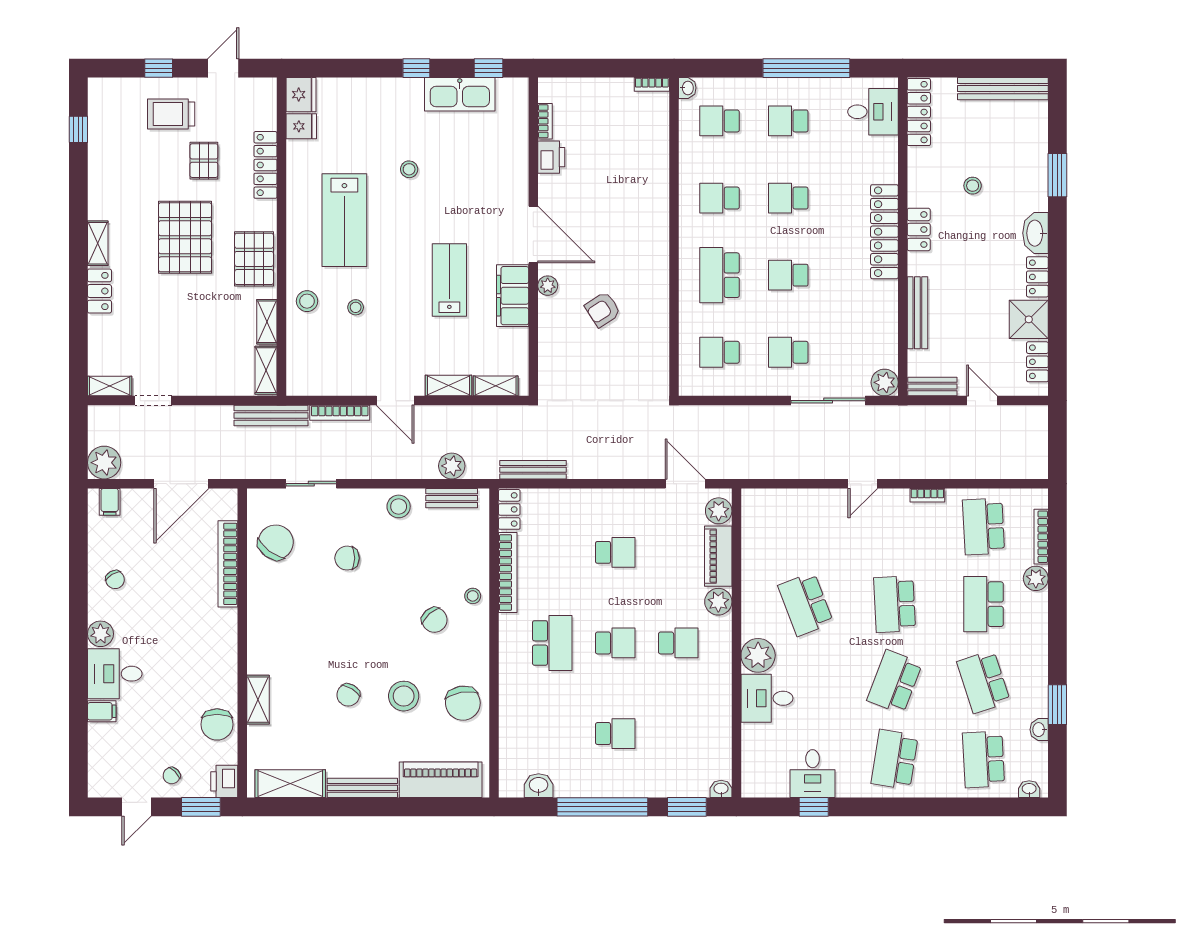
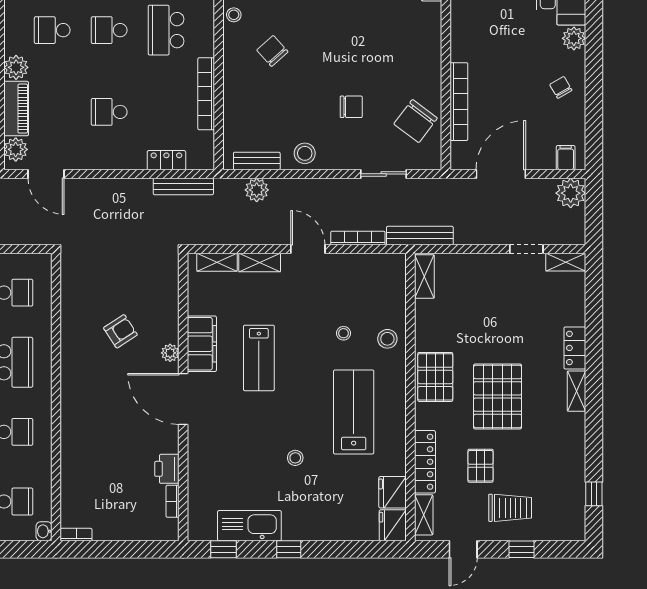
fridge: (301, 126) -> (393, 492), width x1.38
shelving: (267, 322) -> (424, 515), moved
locker: (509, 509) -> (166, 160), moved, turned 90
stool: (473, 596) -> (234, 15), moved

